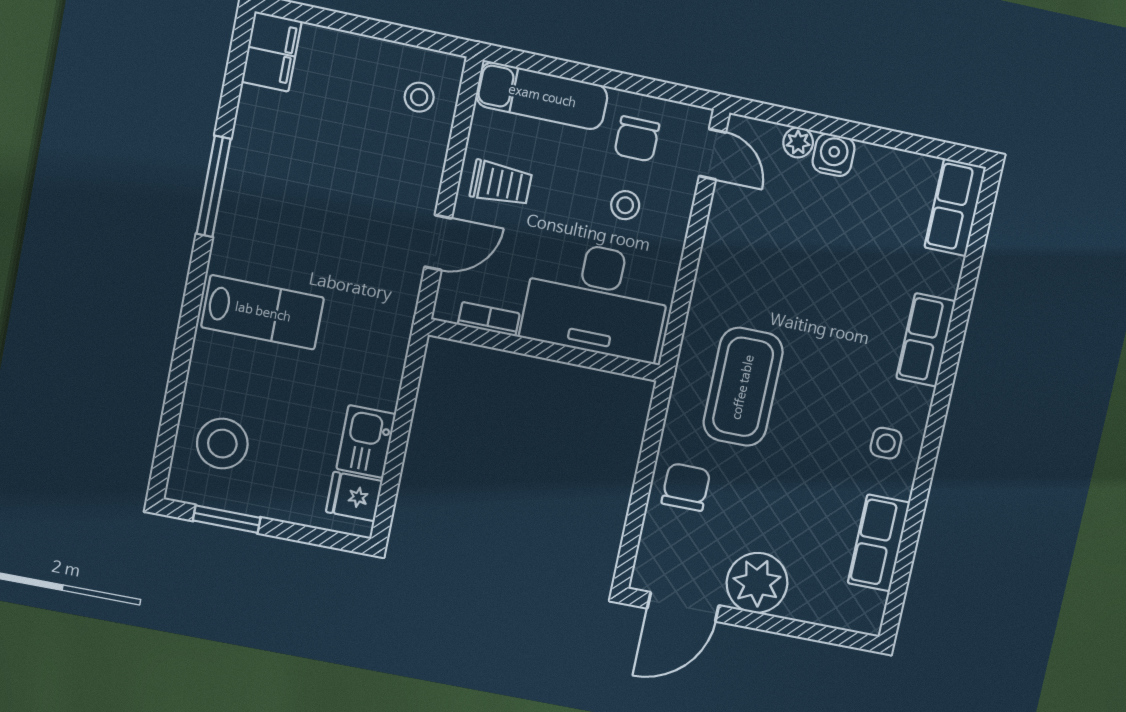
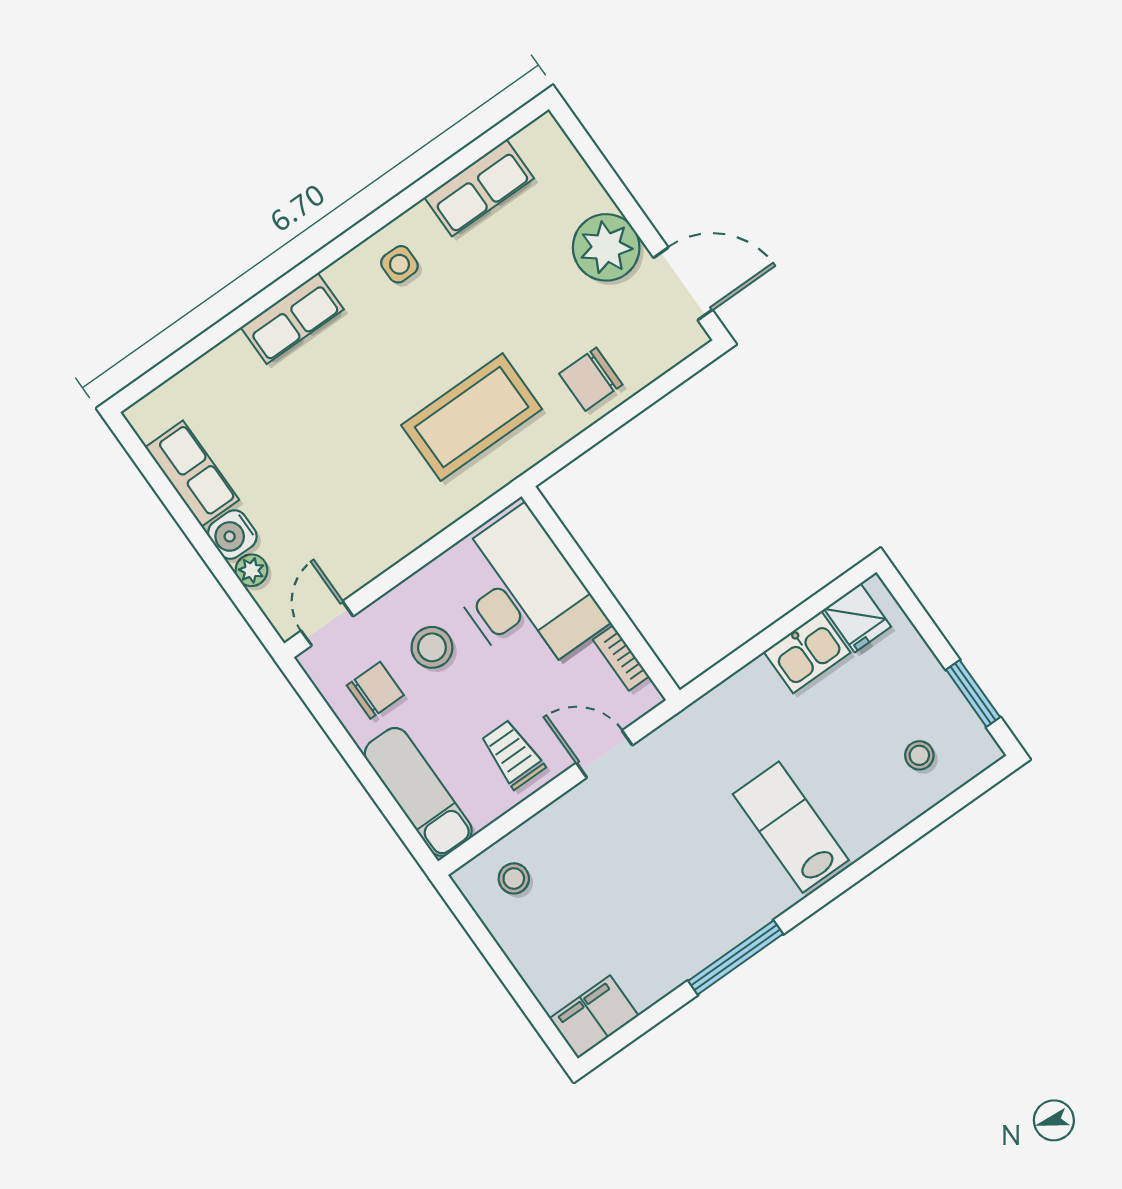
stool: (625, 205) -> (432, 647), width x1.37, depth x1.37
row of seats: (955, 207) -> (192, 474), moved, turned -90
stool: (222, 444) -> (919, 755), width x0.53, depth x0.53

